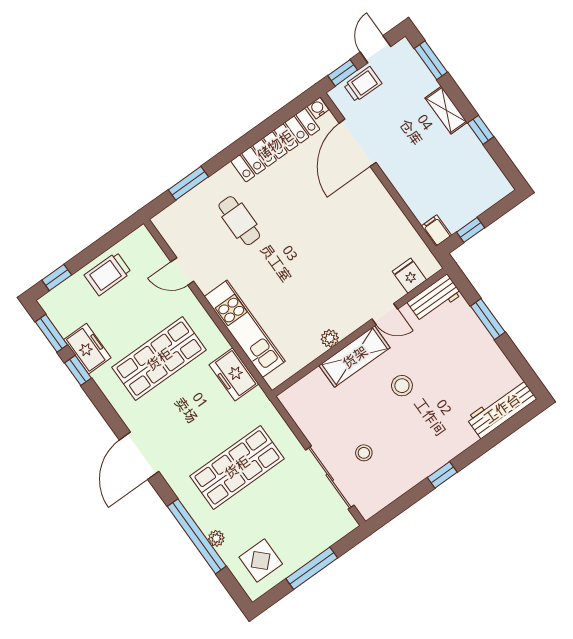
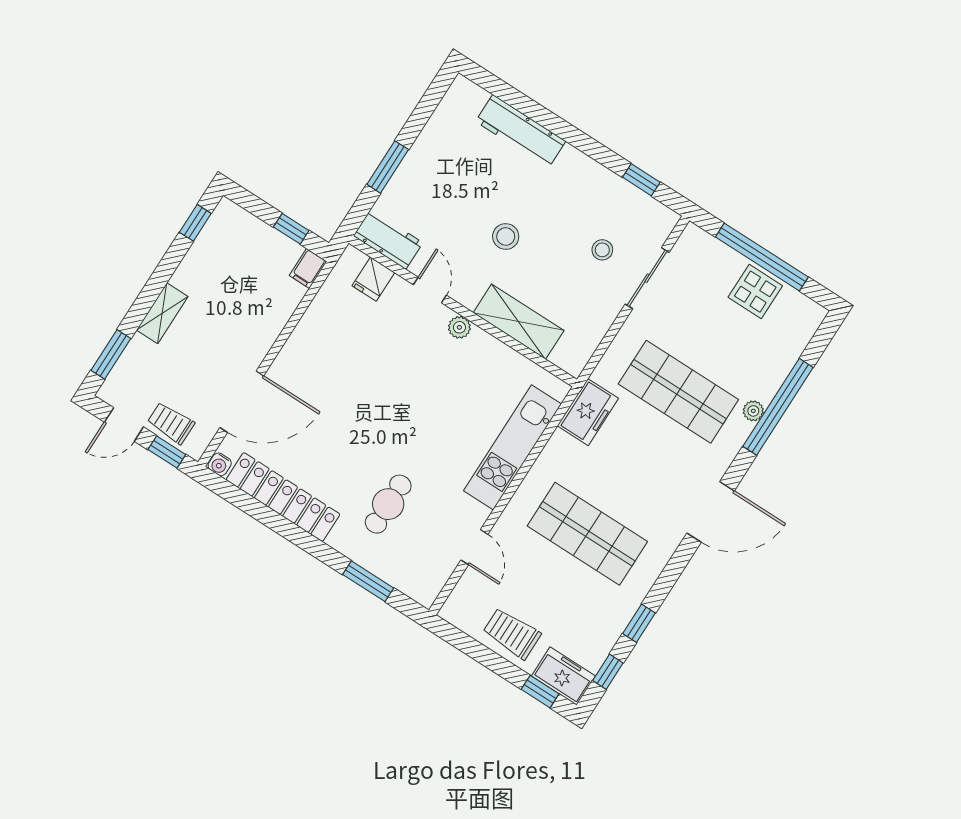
window: (481, 130) -> (195, 223), moved
trolley: (108, 274) -> (512, 633), turned 180
window: (51, 333) -> (608, 672), width x0.67
plant: (330, 338) -> (459, 327), moved
freezer: (87, 349) -> (563, 676), moved, turned 90
shelving: (355, 357) -> (519, 322), moved
freezer: (234, 374) -> (588, 412), moved
workbench: (502, 408) -> (521, 131), moved
window: (442, 475) -> (641, 180), moved
sliding door: (330, 478) -> (647, 278), width x0.73
plant: (216, 538) -> (753, 411), moved
display table: (261, 560) -> (755, 292), moved
window: (312, 568) -> (762, 257), width x1.46

